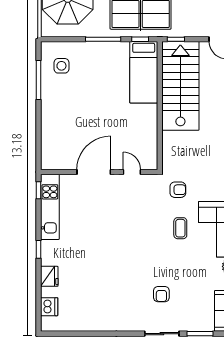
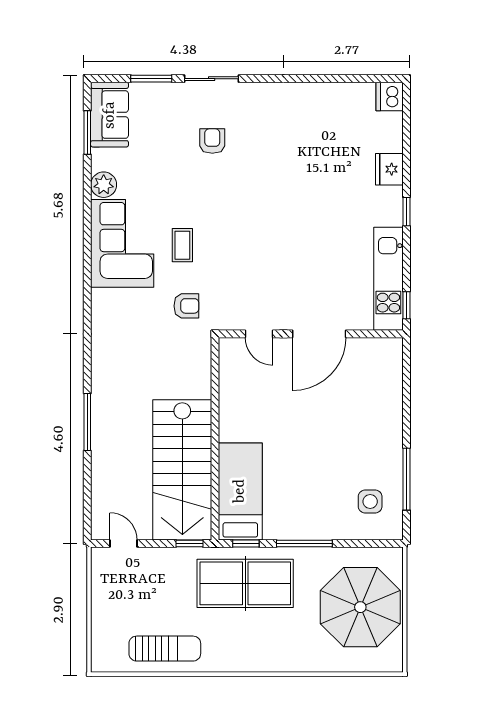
armchair: (178, 190) -> (186, 306), turned 180
dishwasher: (49, 307) -> (390, 96), moved

